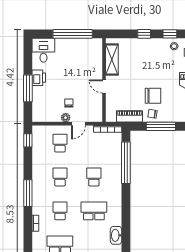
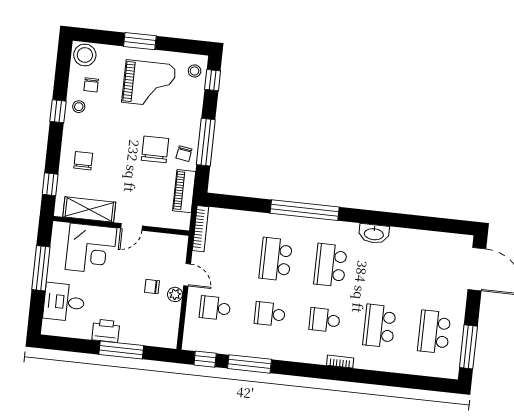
window: (73, 34) -> (41, 268), width x0.68
window: (144, 34) -> (50, 184), moved
desk: (43, 50) -> (64, 302), moved
chair: (141, 53) -> (83, 161), added
corner desk: (88, 63) -> (91, 249), added
window: (126, 163) -> (305, 210), moved
school desk: (94, 177) -> (276, 259), width x1.85
window: (28, 193) -> (250, 364), moved

